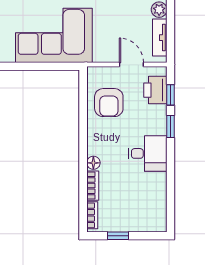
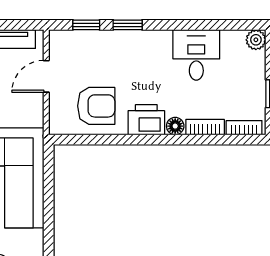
printer: (155, 90) -> (146, 120), moved, turned 180
desk: (148, 153) -> (196, 55), moved
plant: (159, 224) -> (256, 40), added

